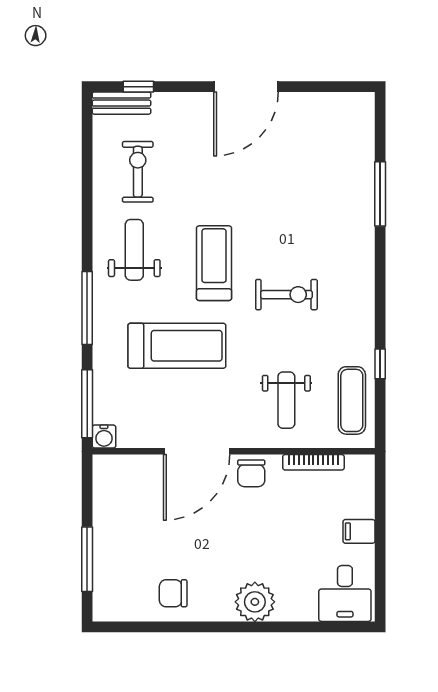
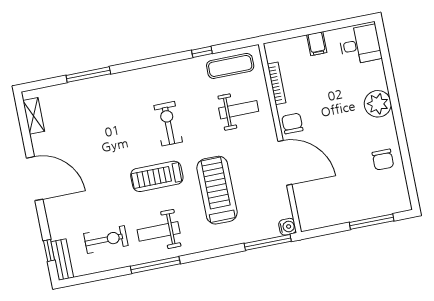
shelving: (336, 103) -> (34, 116), added
exercise bike: (138, 172) -> (106, 240), turned 180
window: (87, 308) -> (155, 265), moved
chair: (251, 473) -> (292, 123), turned -90

